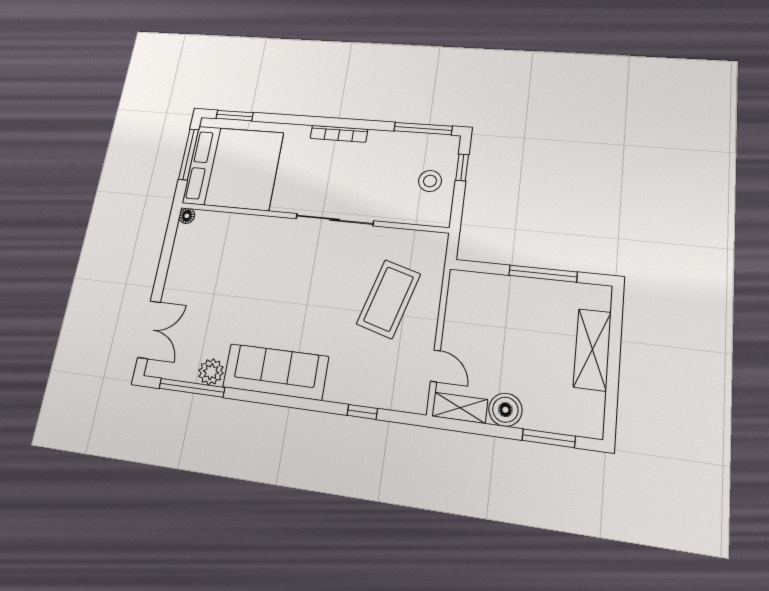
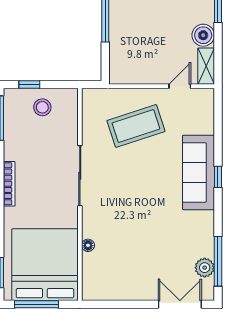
floor lamp: (187, 216) -> (88, 245), moved
coffee table: (389, 299) -> (136, 126), turned -34
plant: (211, 372) -> (205, 268), moved
sofa: (276, 372) -> (198, 172), moved
window: (362, 412) -> (218, 177), moved

